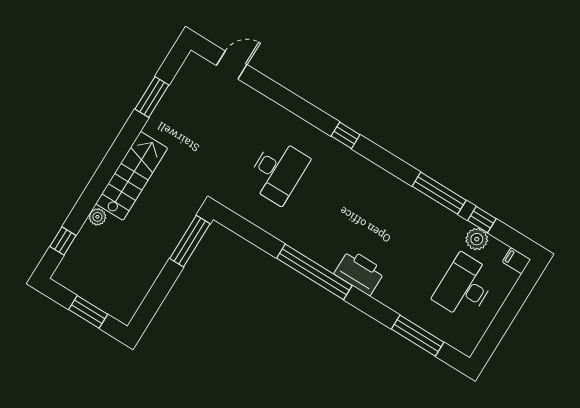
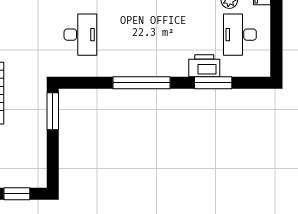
printer: (360, 272) -> (204, 66), moved
window: (418, 336) -> (213, 83), moved

